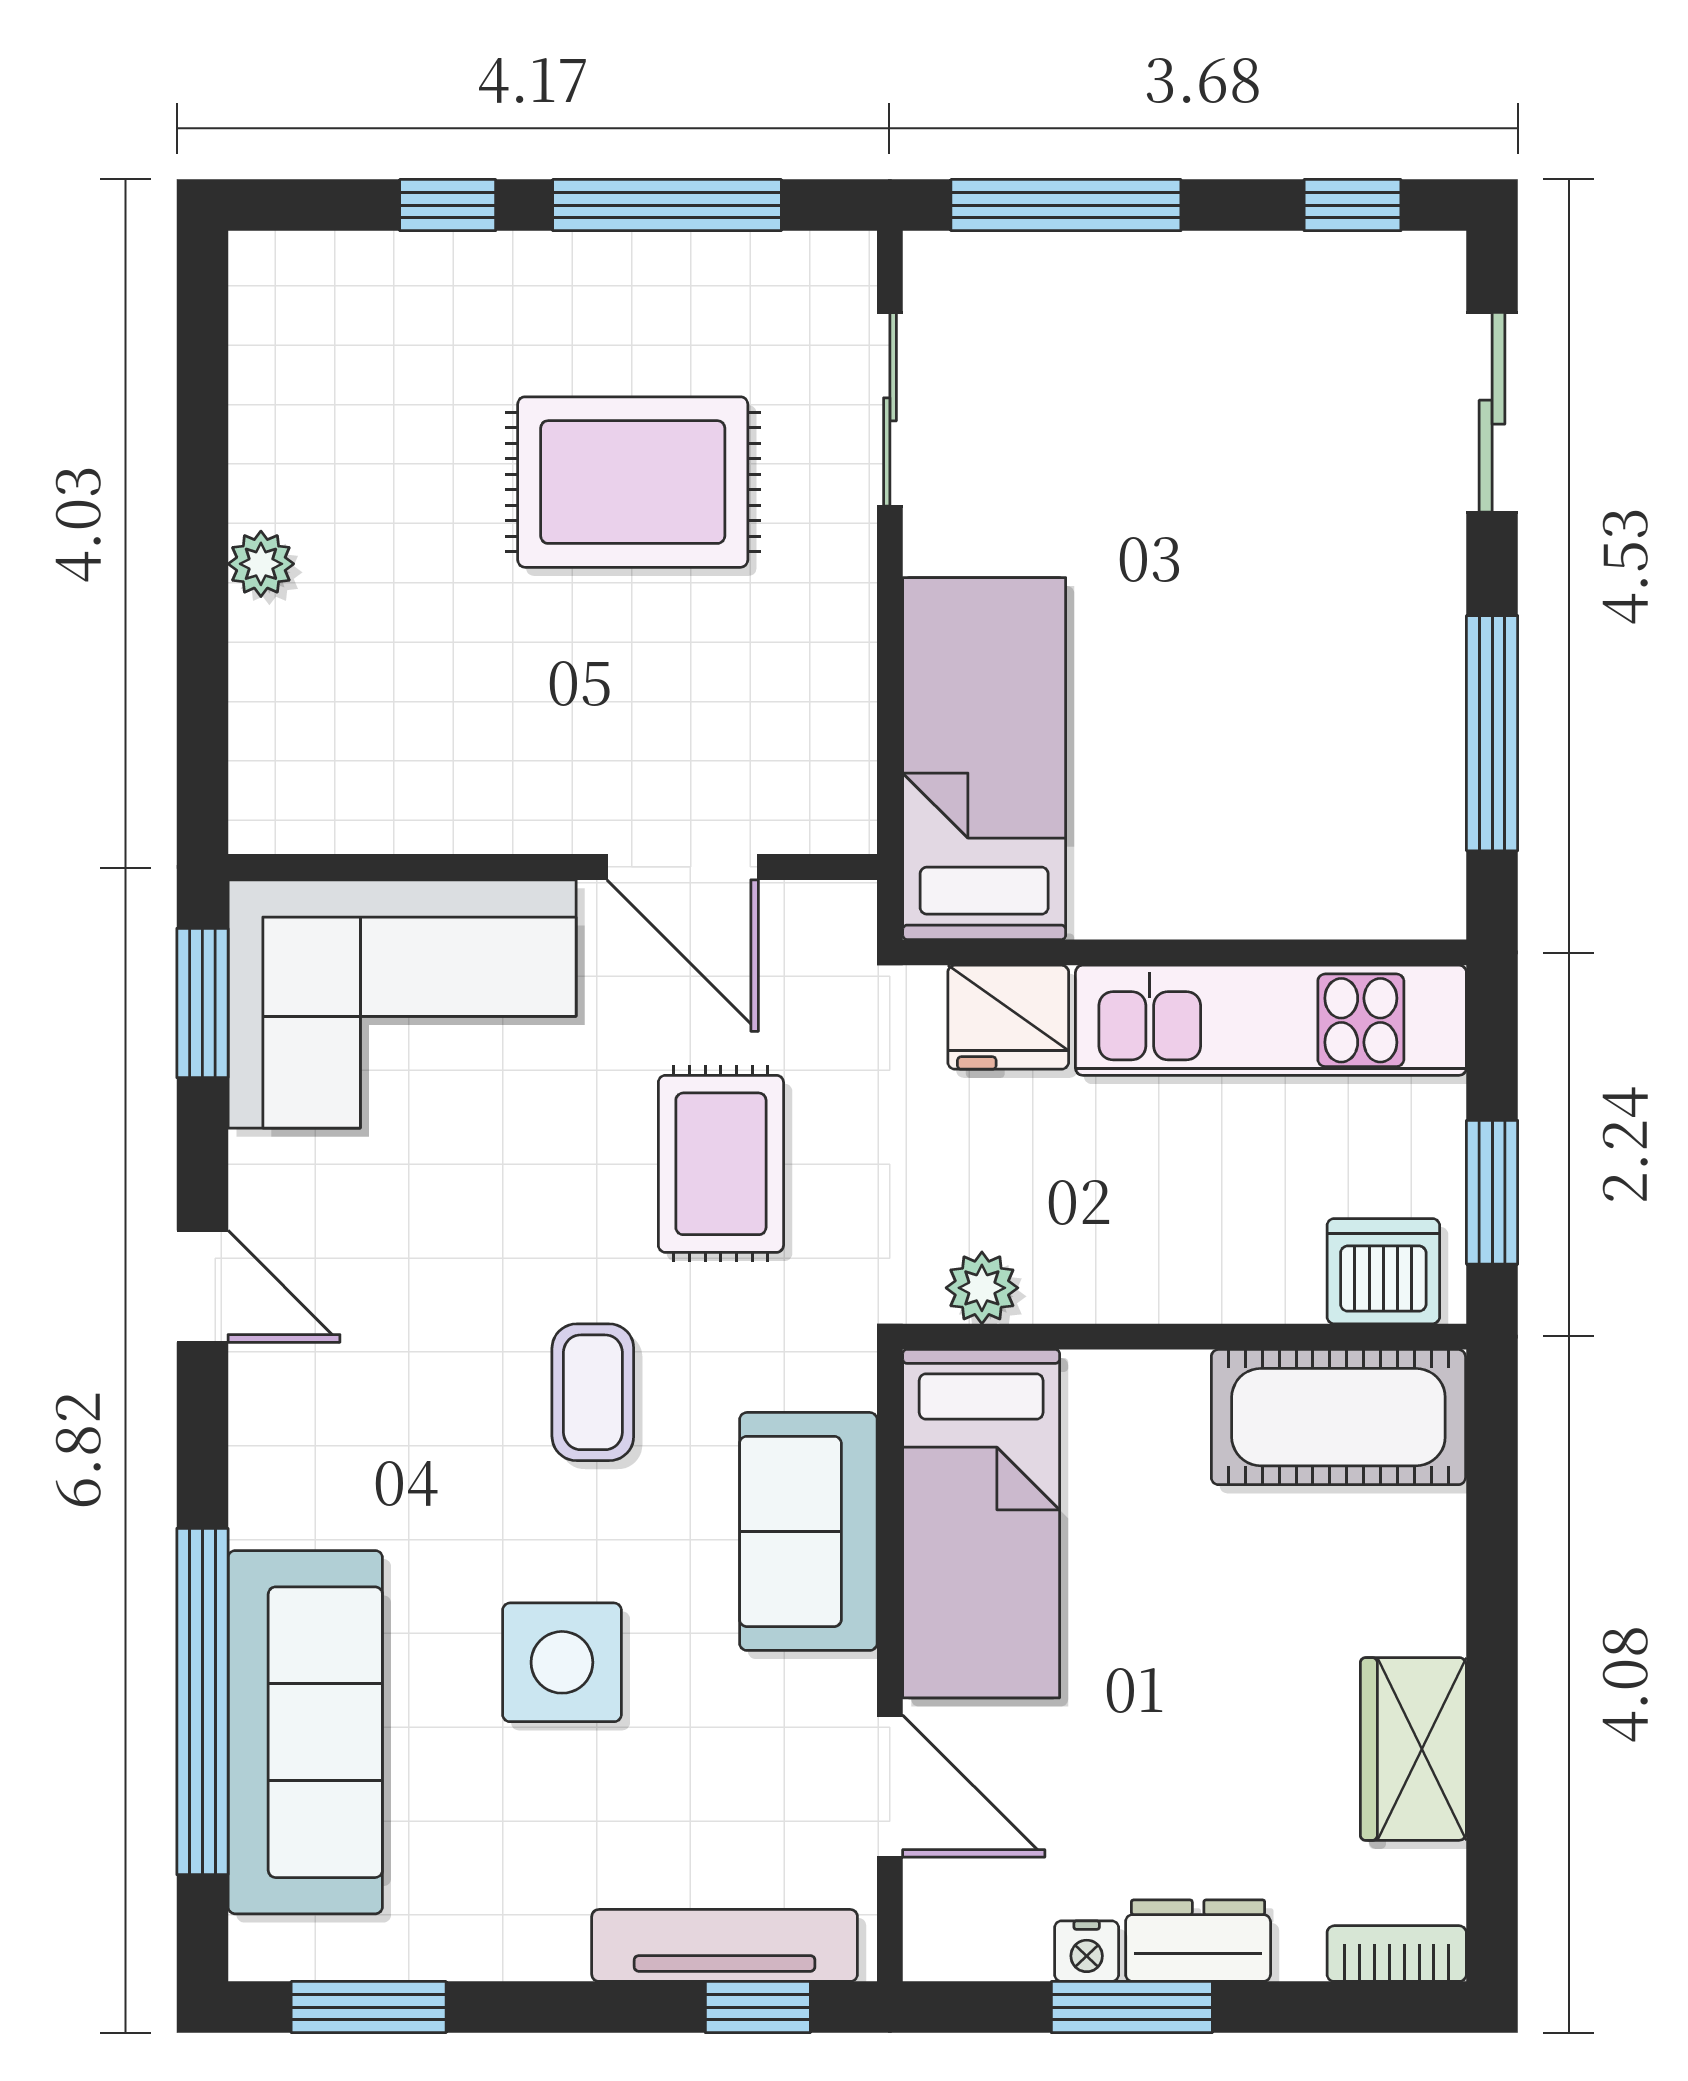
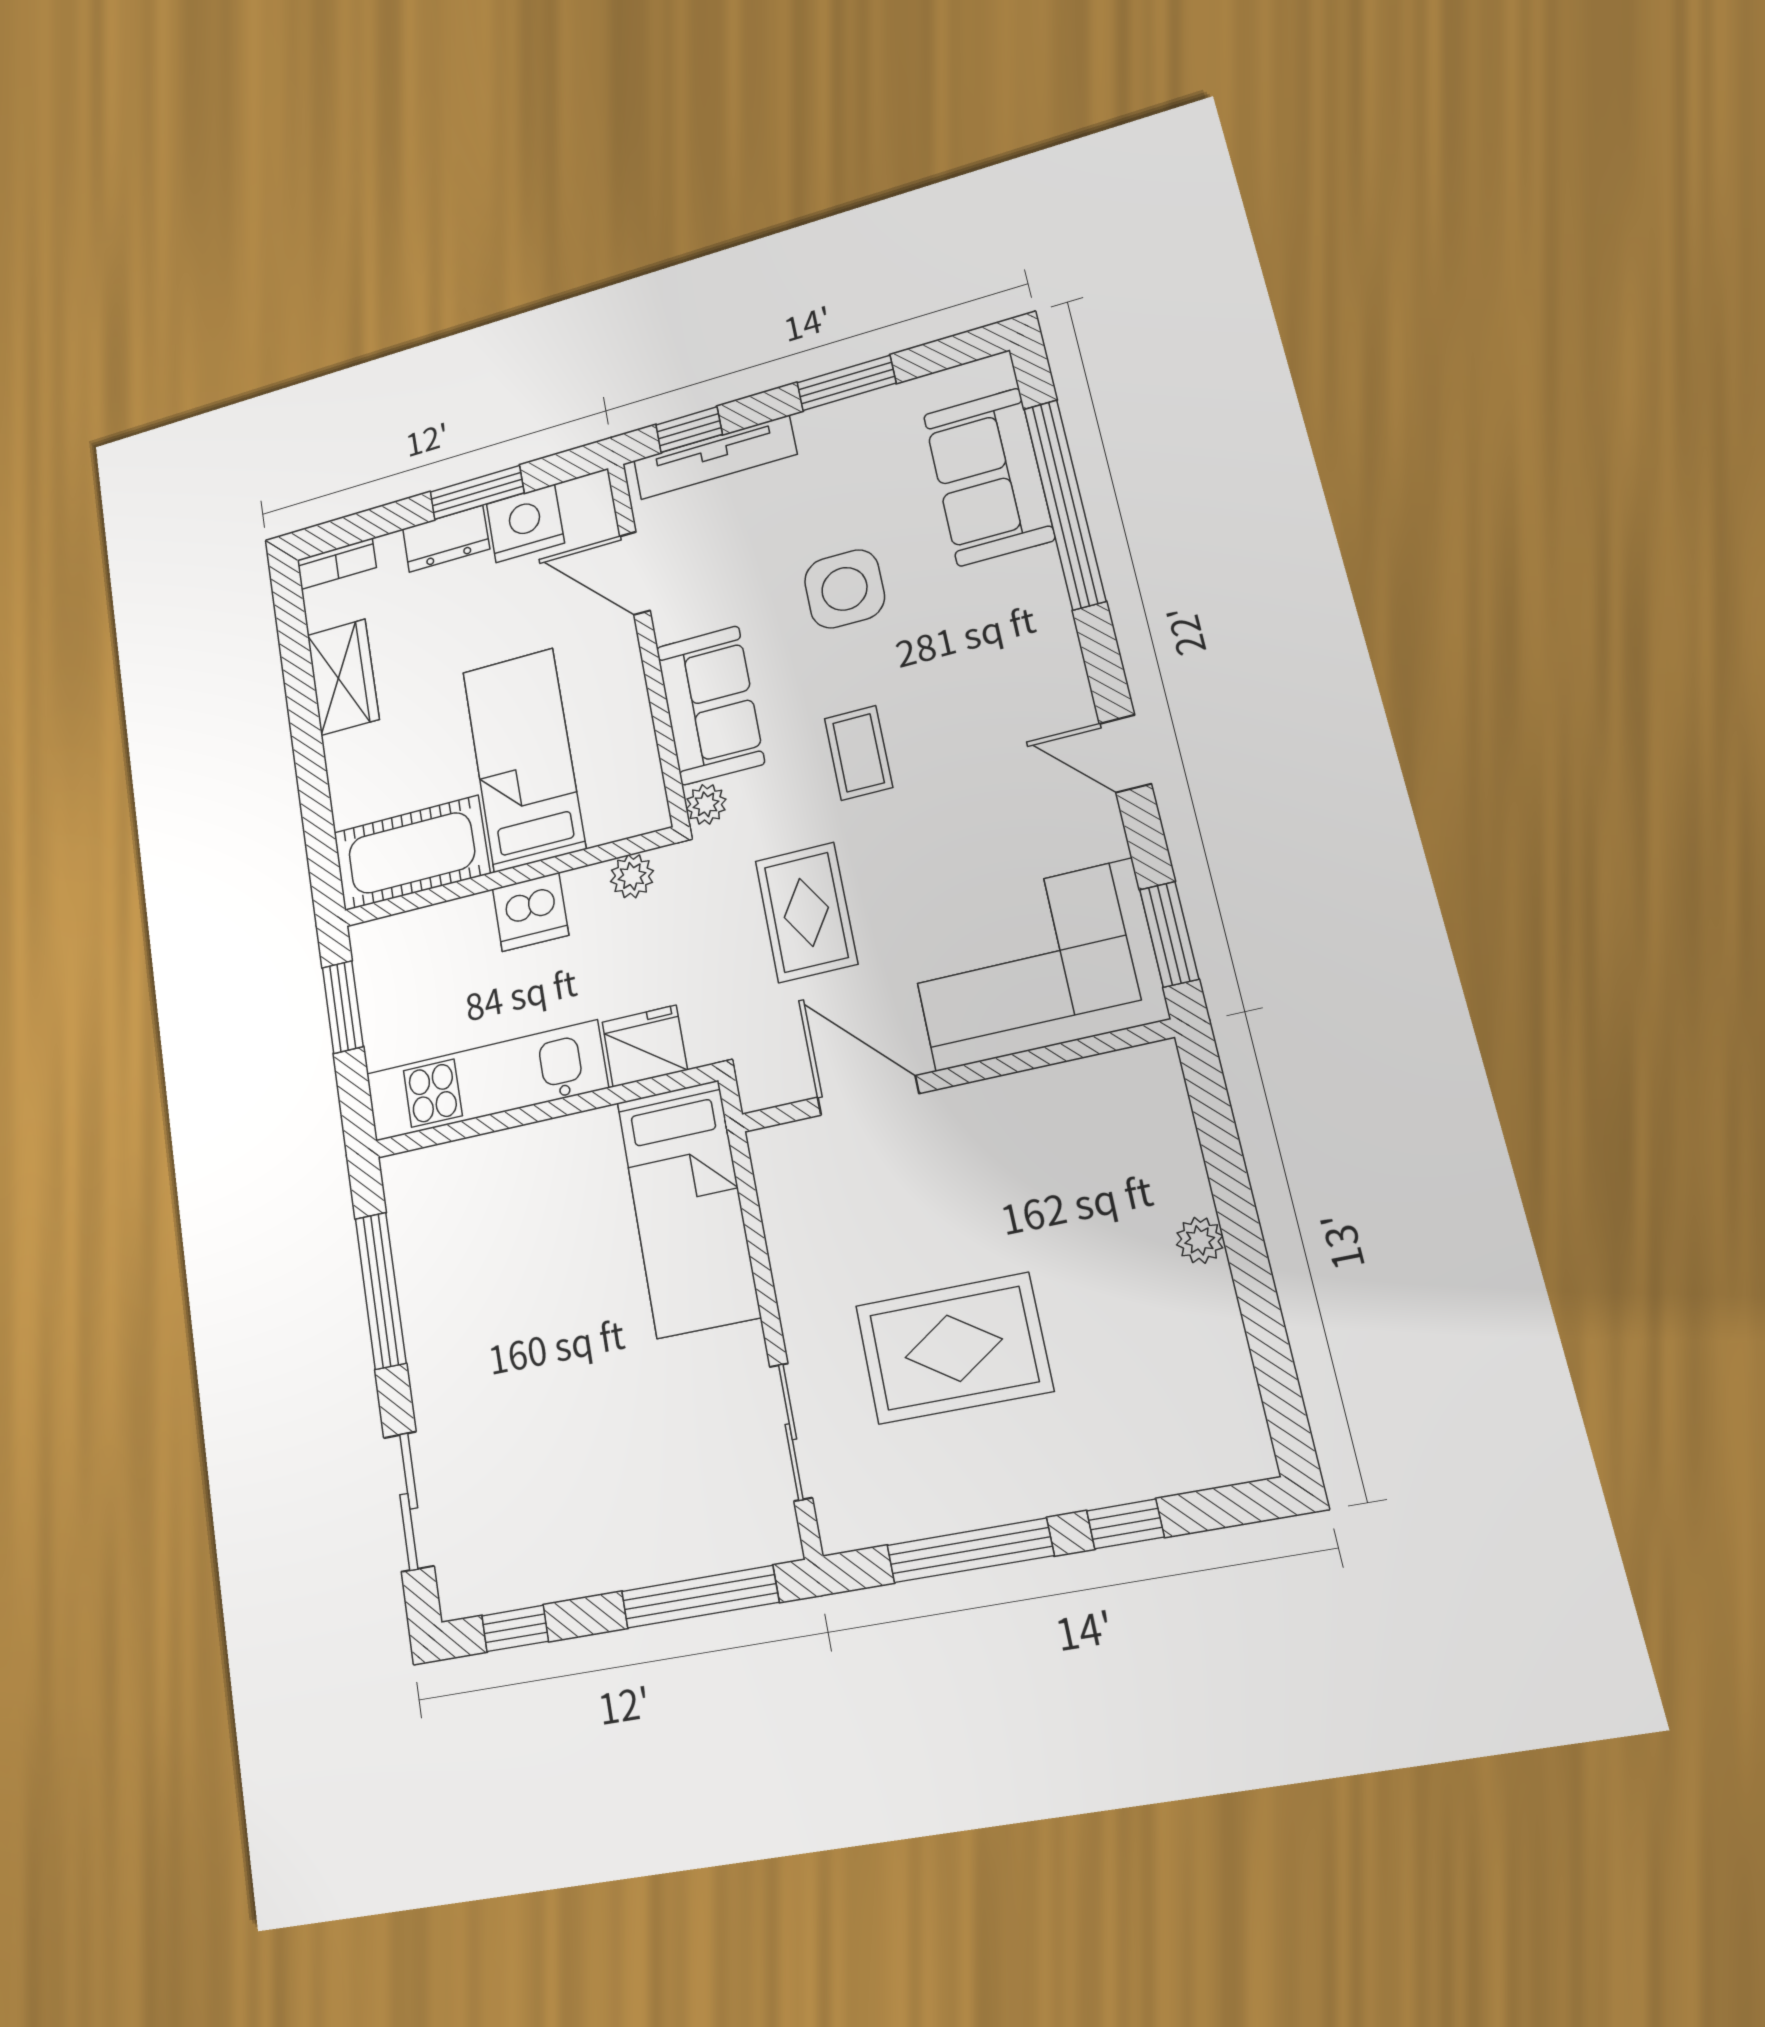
dishwasher: (1383, 1271) -> (530, 912), moved
plant: (844, 1373) -> (706, 804), added
bed: (981, 1524) -> (524, 759), moved
sofa: (305, 1732) -> (989, 477), width x0.73
nightstand: (1087, 1951) -> (525, 523), width x1.89, depth x1.79
window: (369, 2007) -> (846, 383), moved

